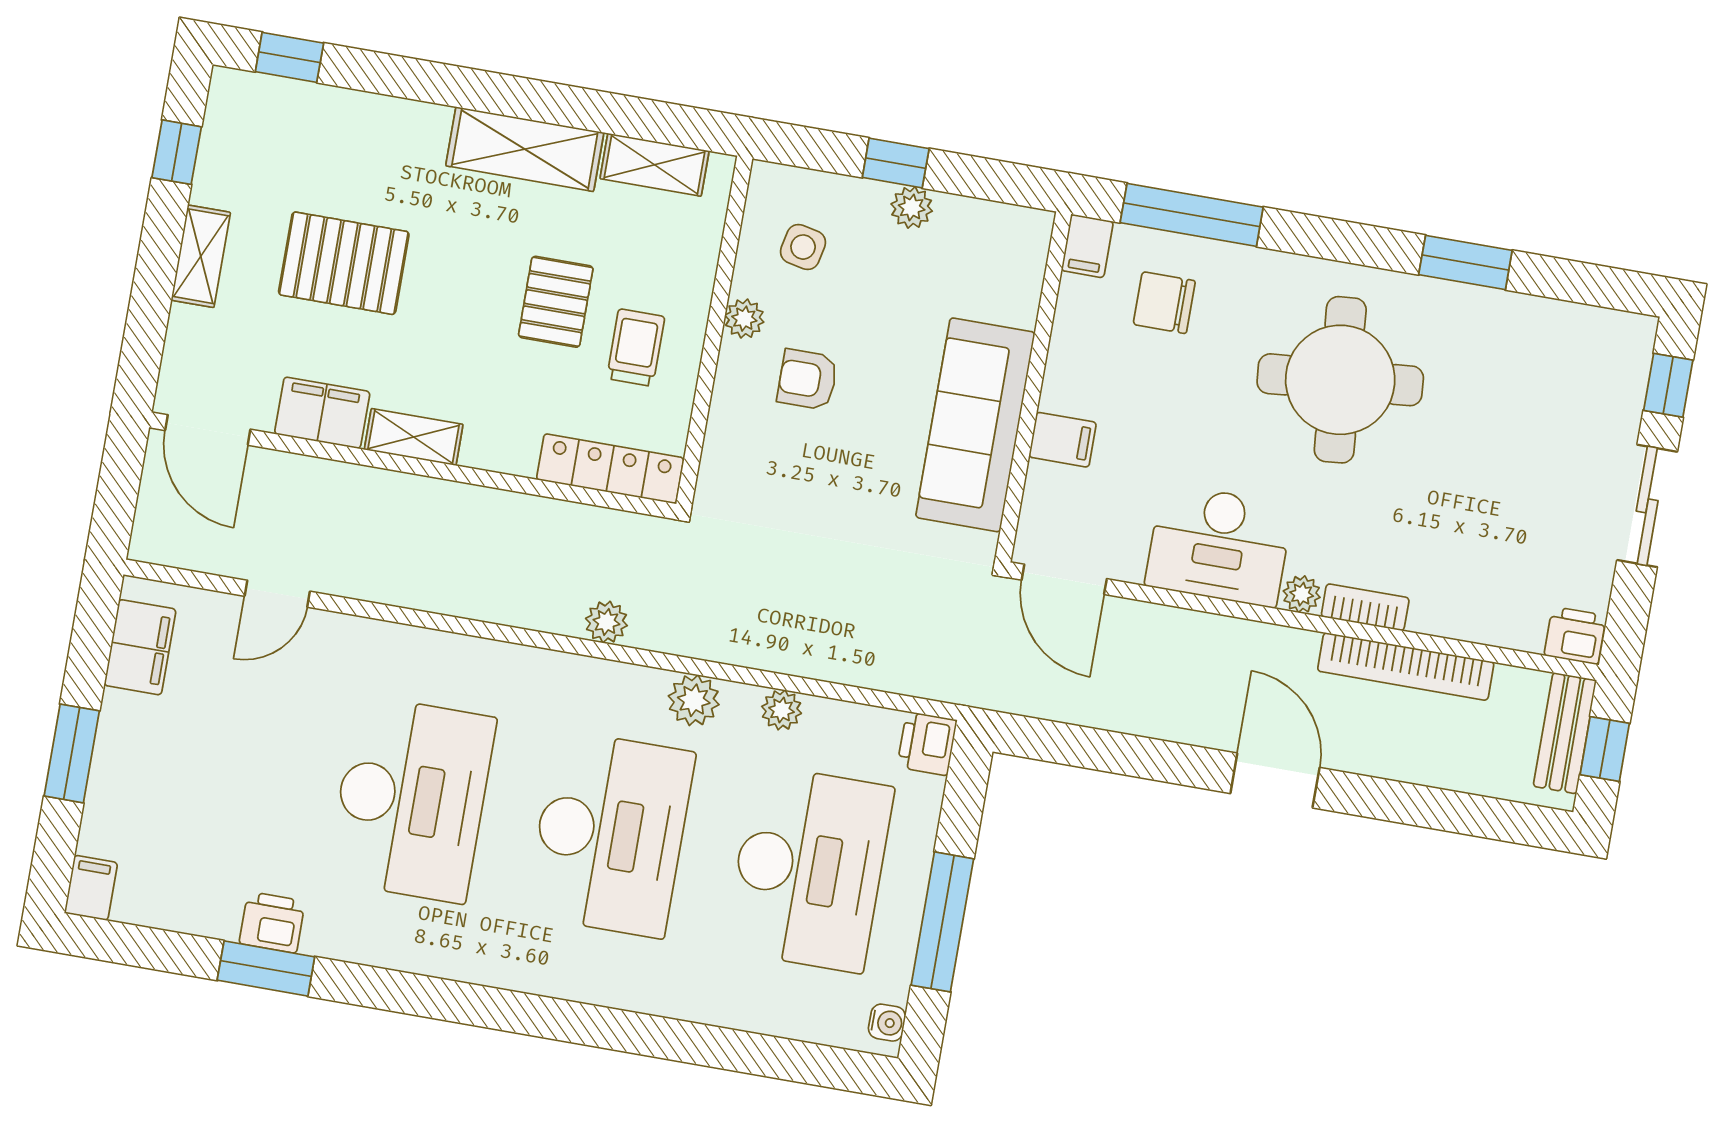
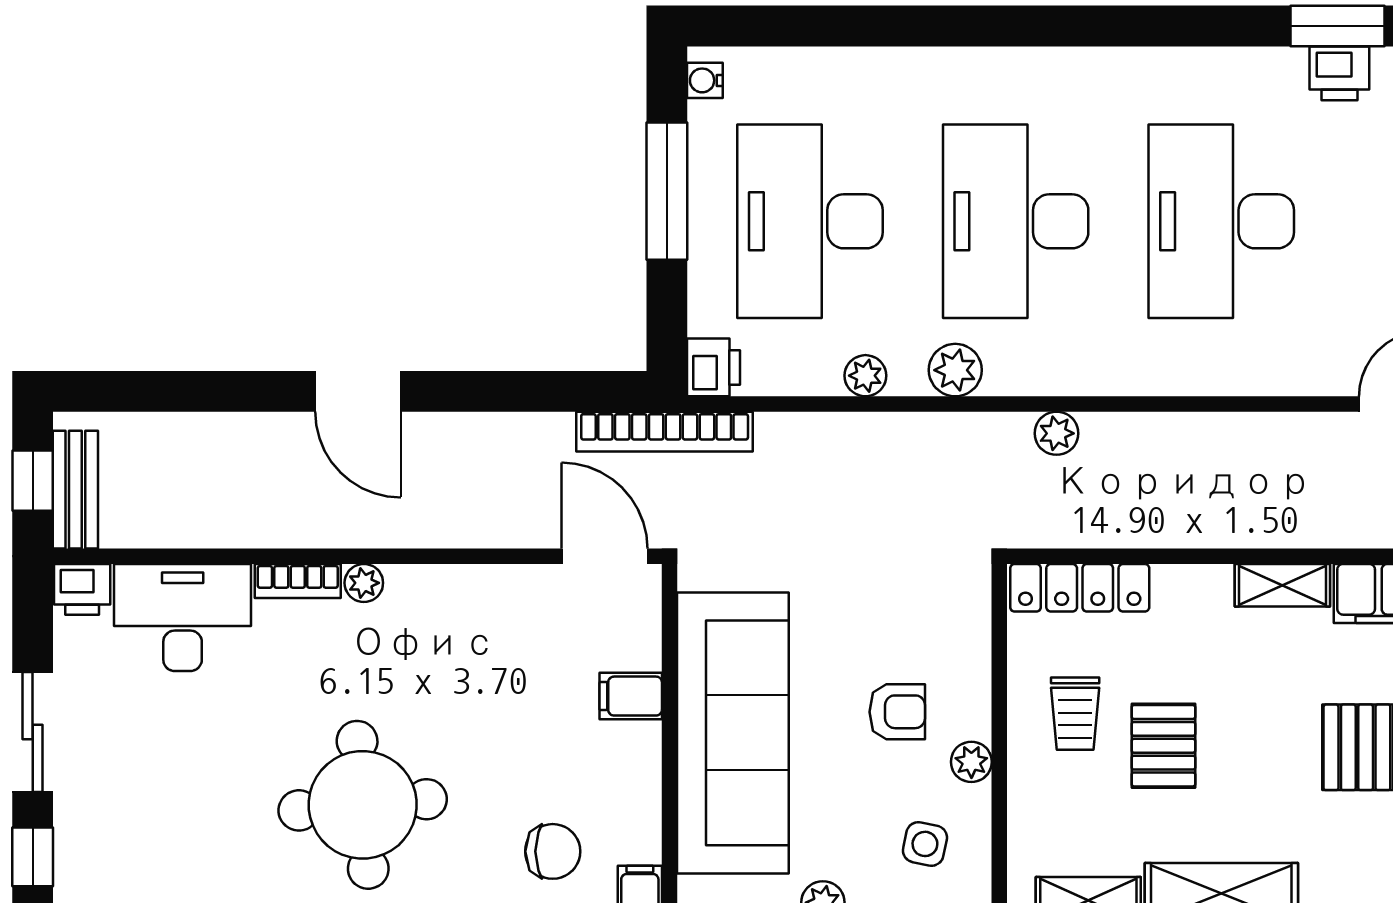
sofa: (975, 425) -> (733, 733), width x1.36, depth x1.27
desk: (1219, 545) -> (183, 618), moved
bookcase: (1406, 667) -> (665, 432), moved, turned 180

